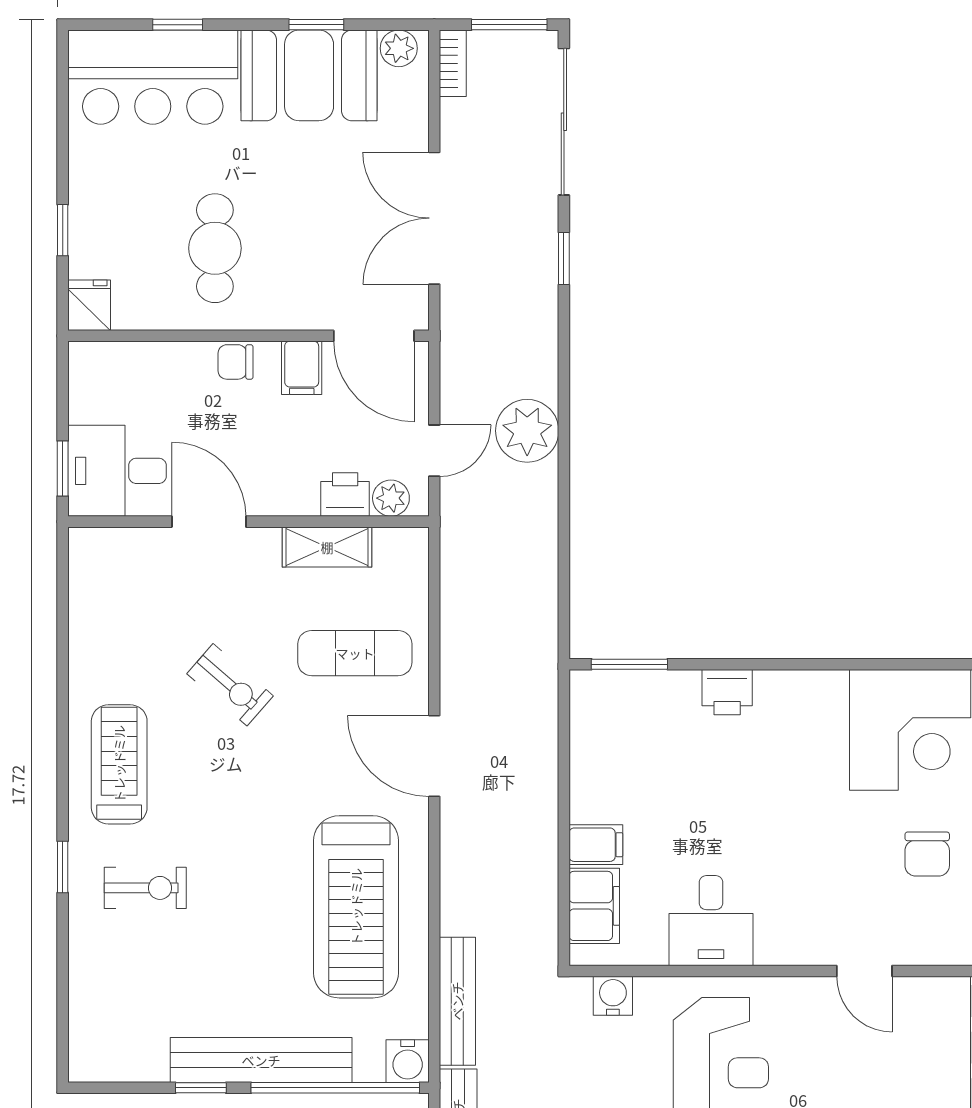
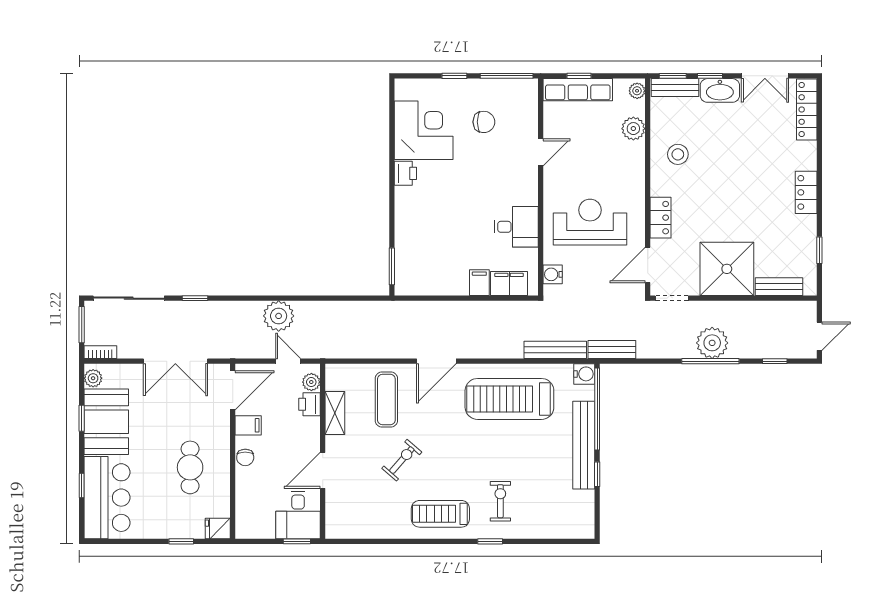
cafe table: (215, 248) -> (190, 467), turned 90
printer: (727, 692) -> (405, 173), moved
treadmill: (356, 907) -> (509, 399), turned 180

